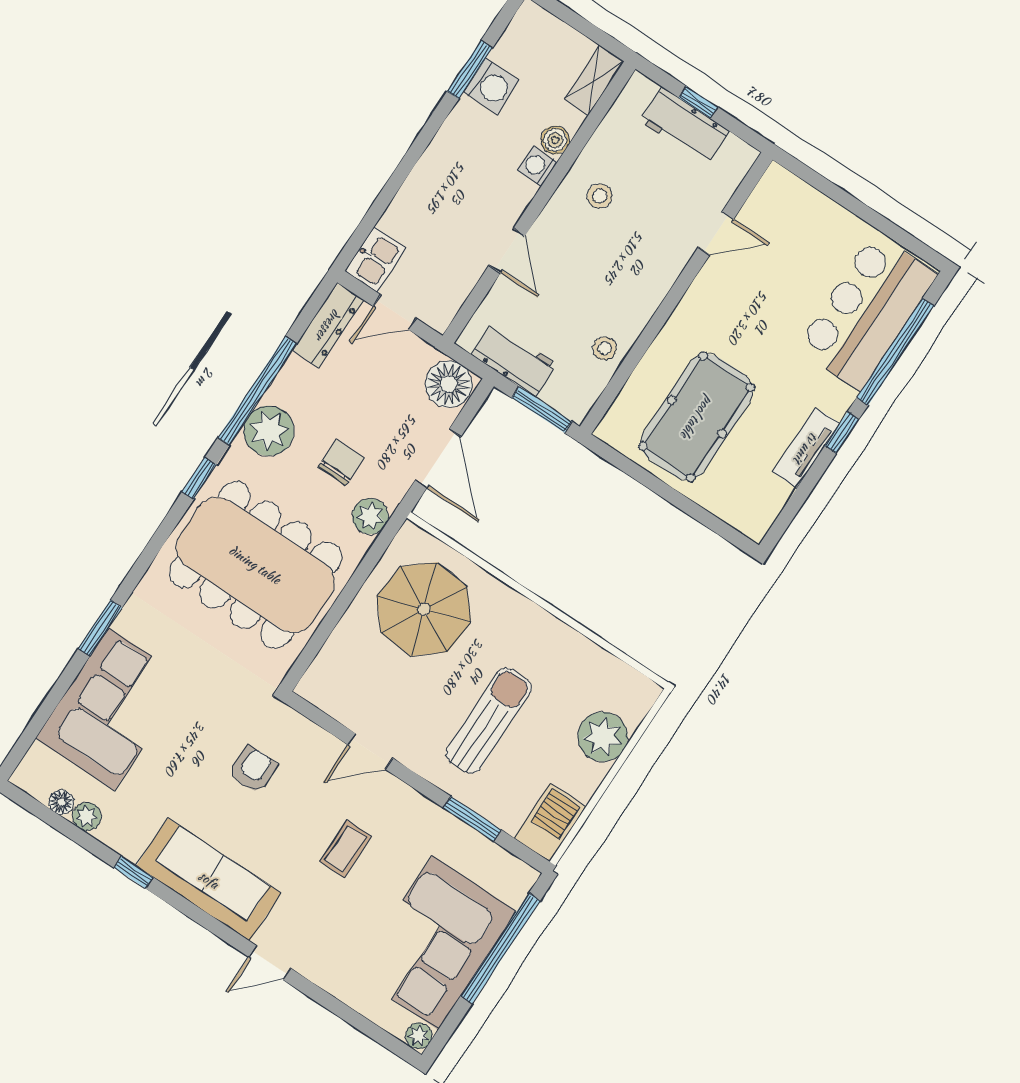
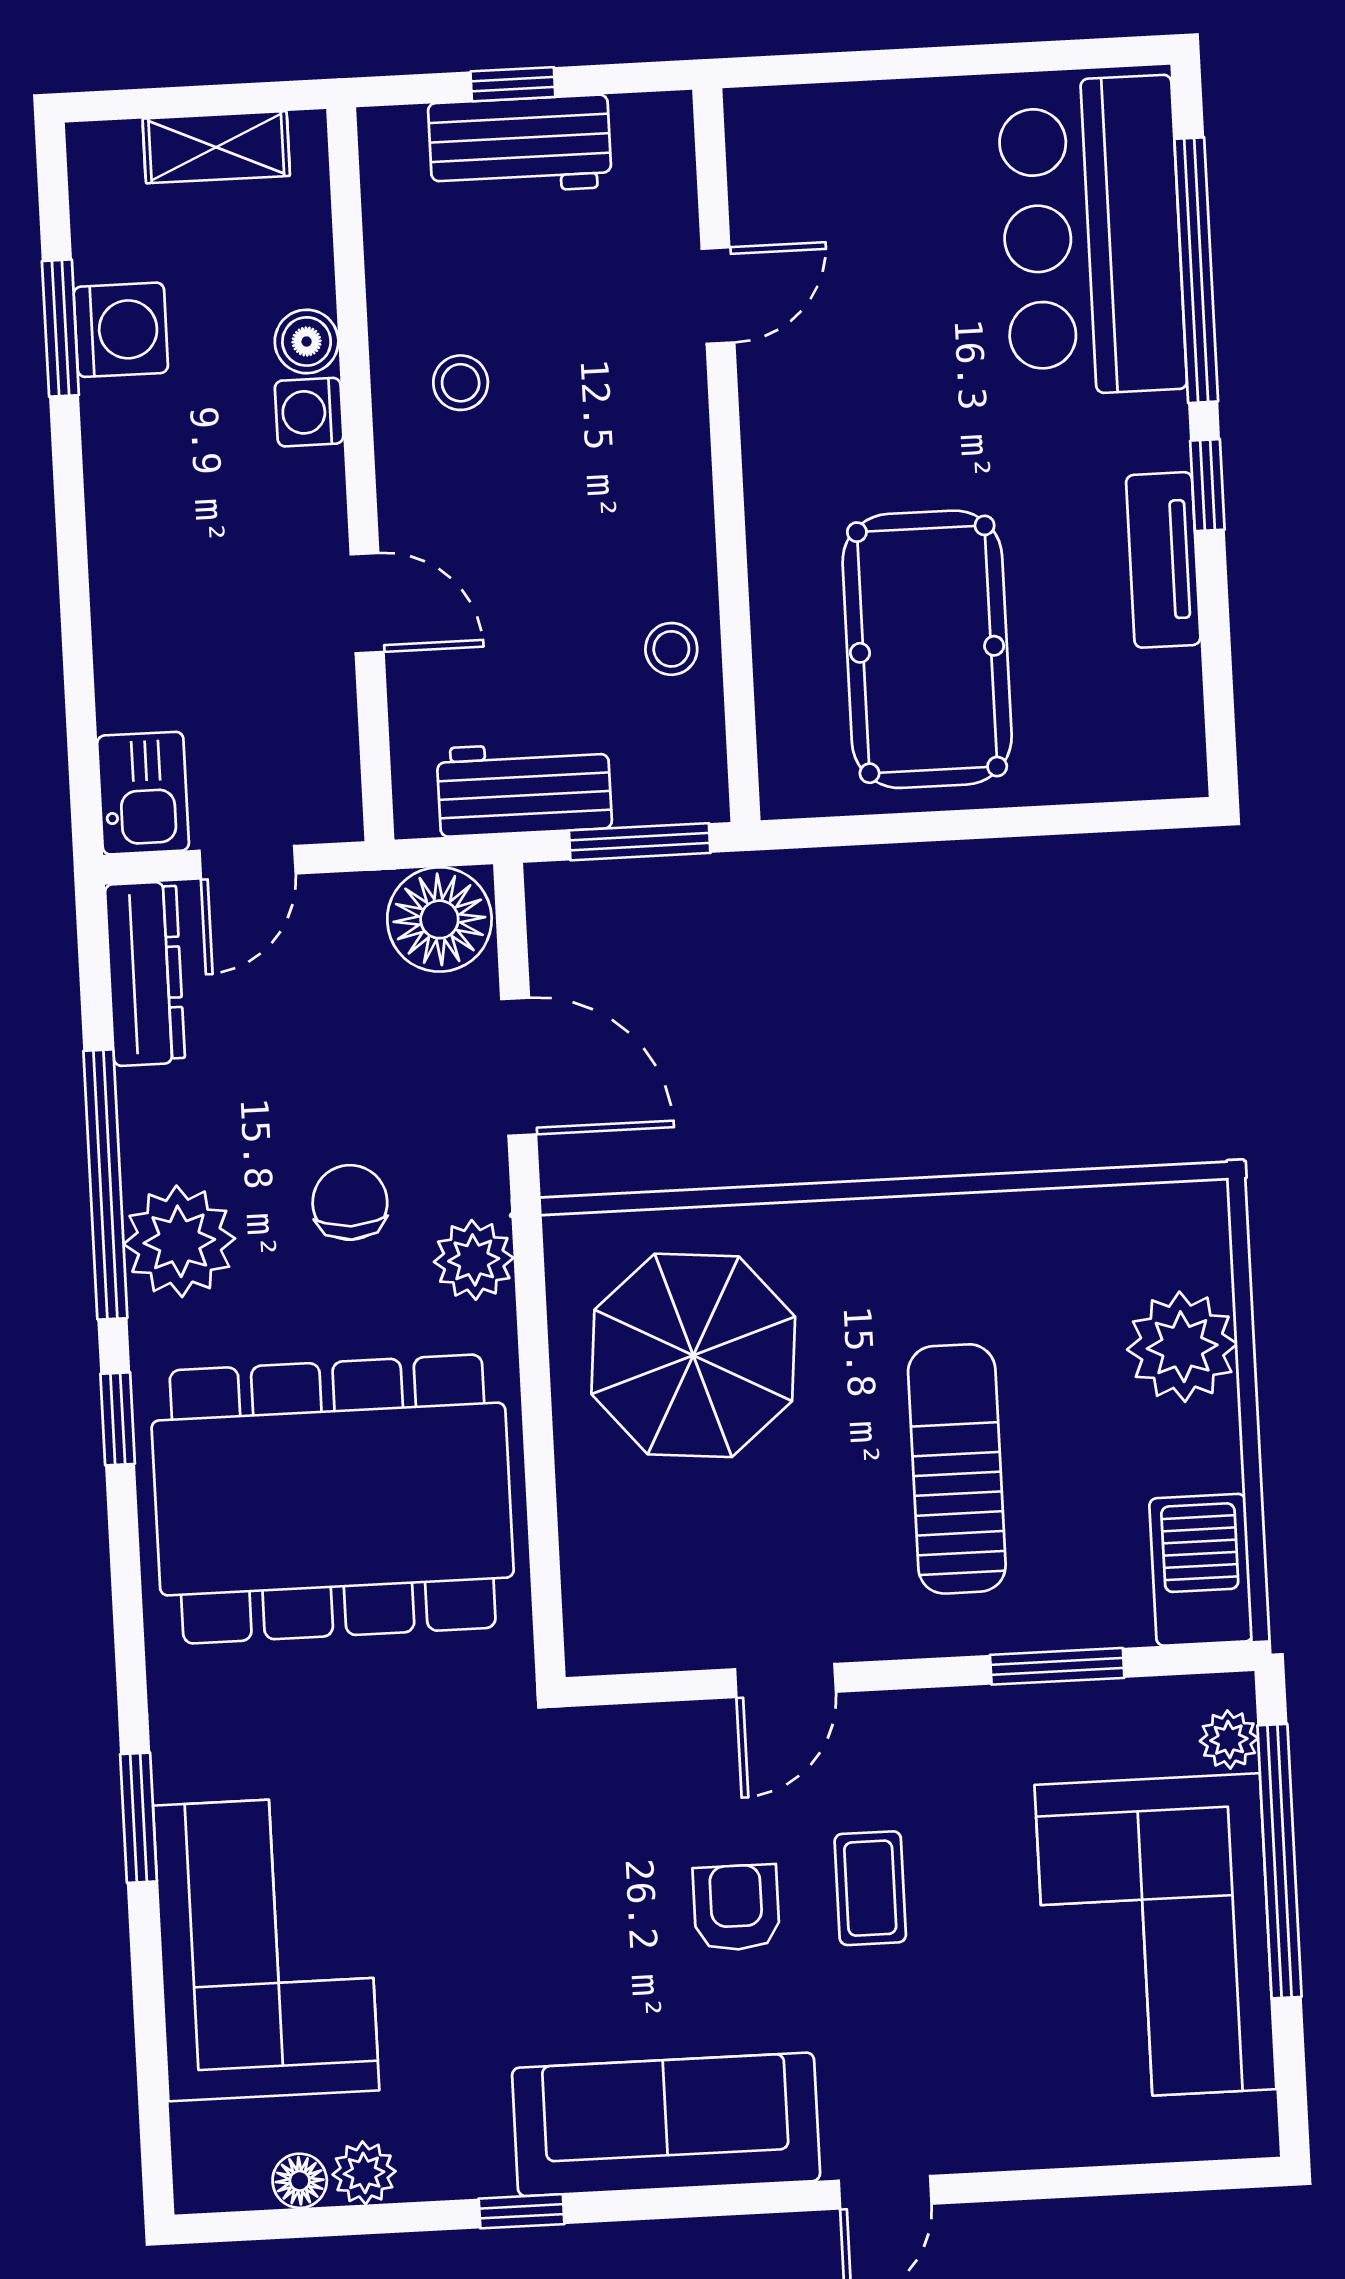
shelving: (594, 80) -> (216, 147), moved, turned 90
armchair: (253, 770) -> (736, 1908), moved
plant: (419, 1036) -> (1229, 1740), moved

